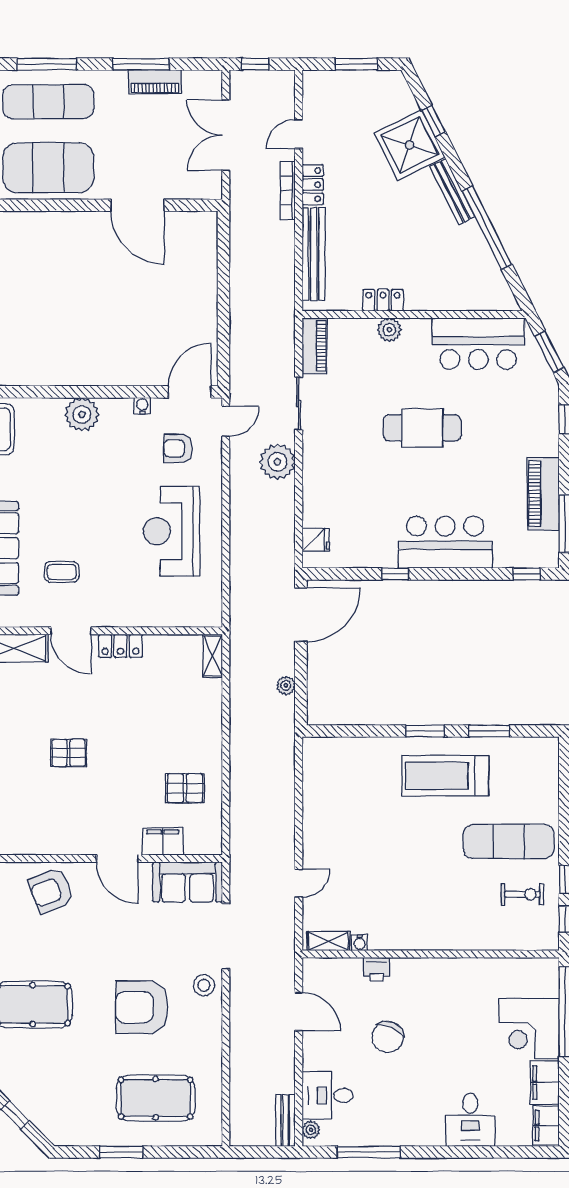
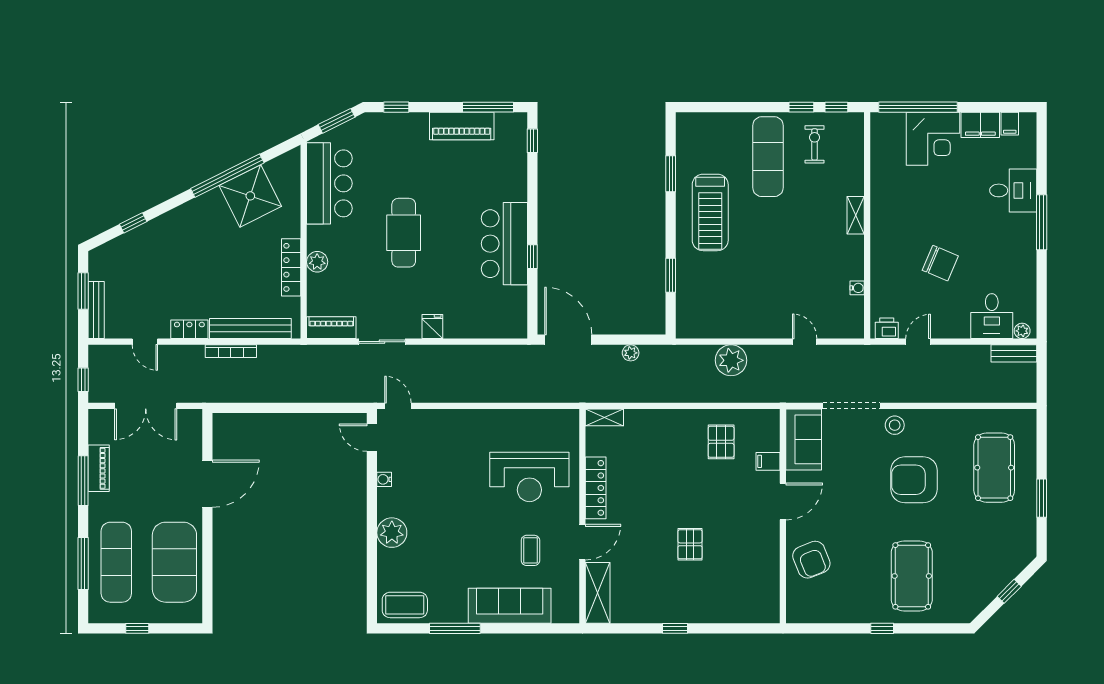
shower: (409, 145) -> (250, 196), moved
bookcase: (288, 190) -> (231, 351), moved
bench: (452, 192) -> (96, 310), moved, turned -63
locker: (383, 300) -> (291, 267), width x1.53
door: (190, 392) -> (372, 438), width x0.73
armchair: (178, 448) -> (422, 448), removed
plant: (277, 462) -> (731, 360), moved
reception desk: (172, 531) -> (529, 477), moved
fridge: (316, 540) -> (432, 327), moved
bar counter: (445, 542) -> (504, 244), moved
locker: (120, 646) -> (596, 488), width x1.53
window: (425, 731) -> (671, 275), moved
filing cabinet: (163, 841) -> (768, 461), width x0.50
shelving: (328, 941) -> (856, 215), moved
printer: (376, 969) -> (887, 328), moved, turned -90
armchair: (142, 1007) -> (914, 480), turned 90
door: (299, 1012) -> (918, 342), width x0.73
filing cabinet: (546, 1126) -> (1010, 124), width x0.50
window: (369, 1152) -> (1042, 222), moved

